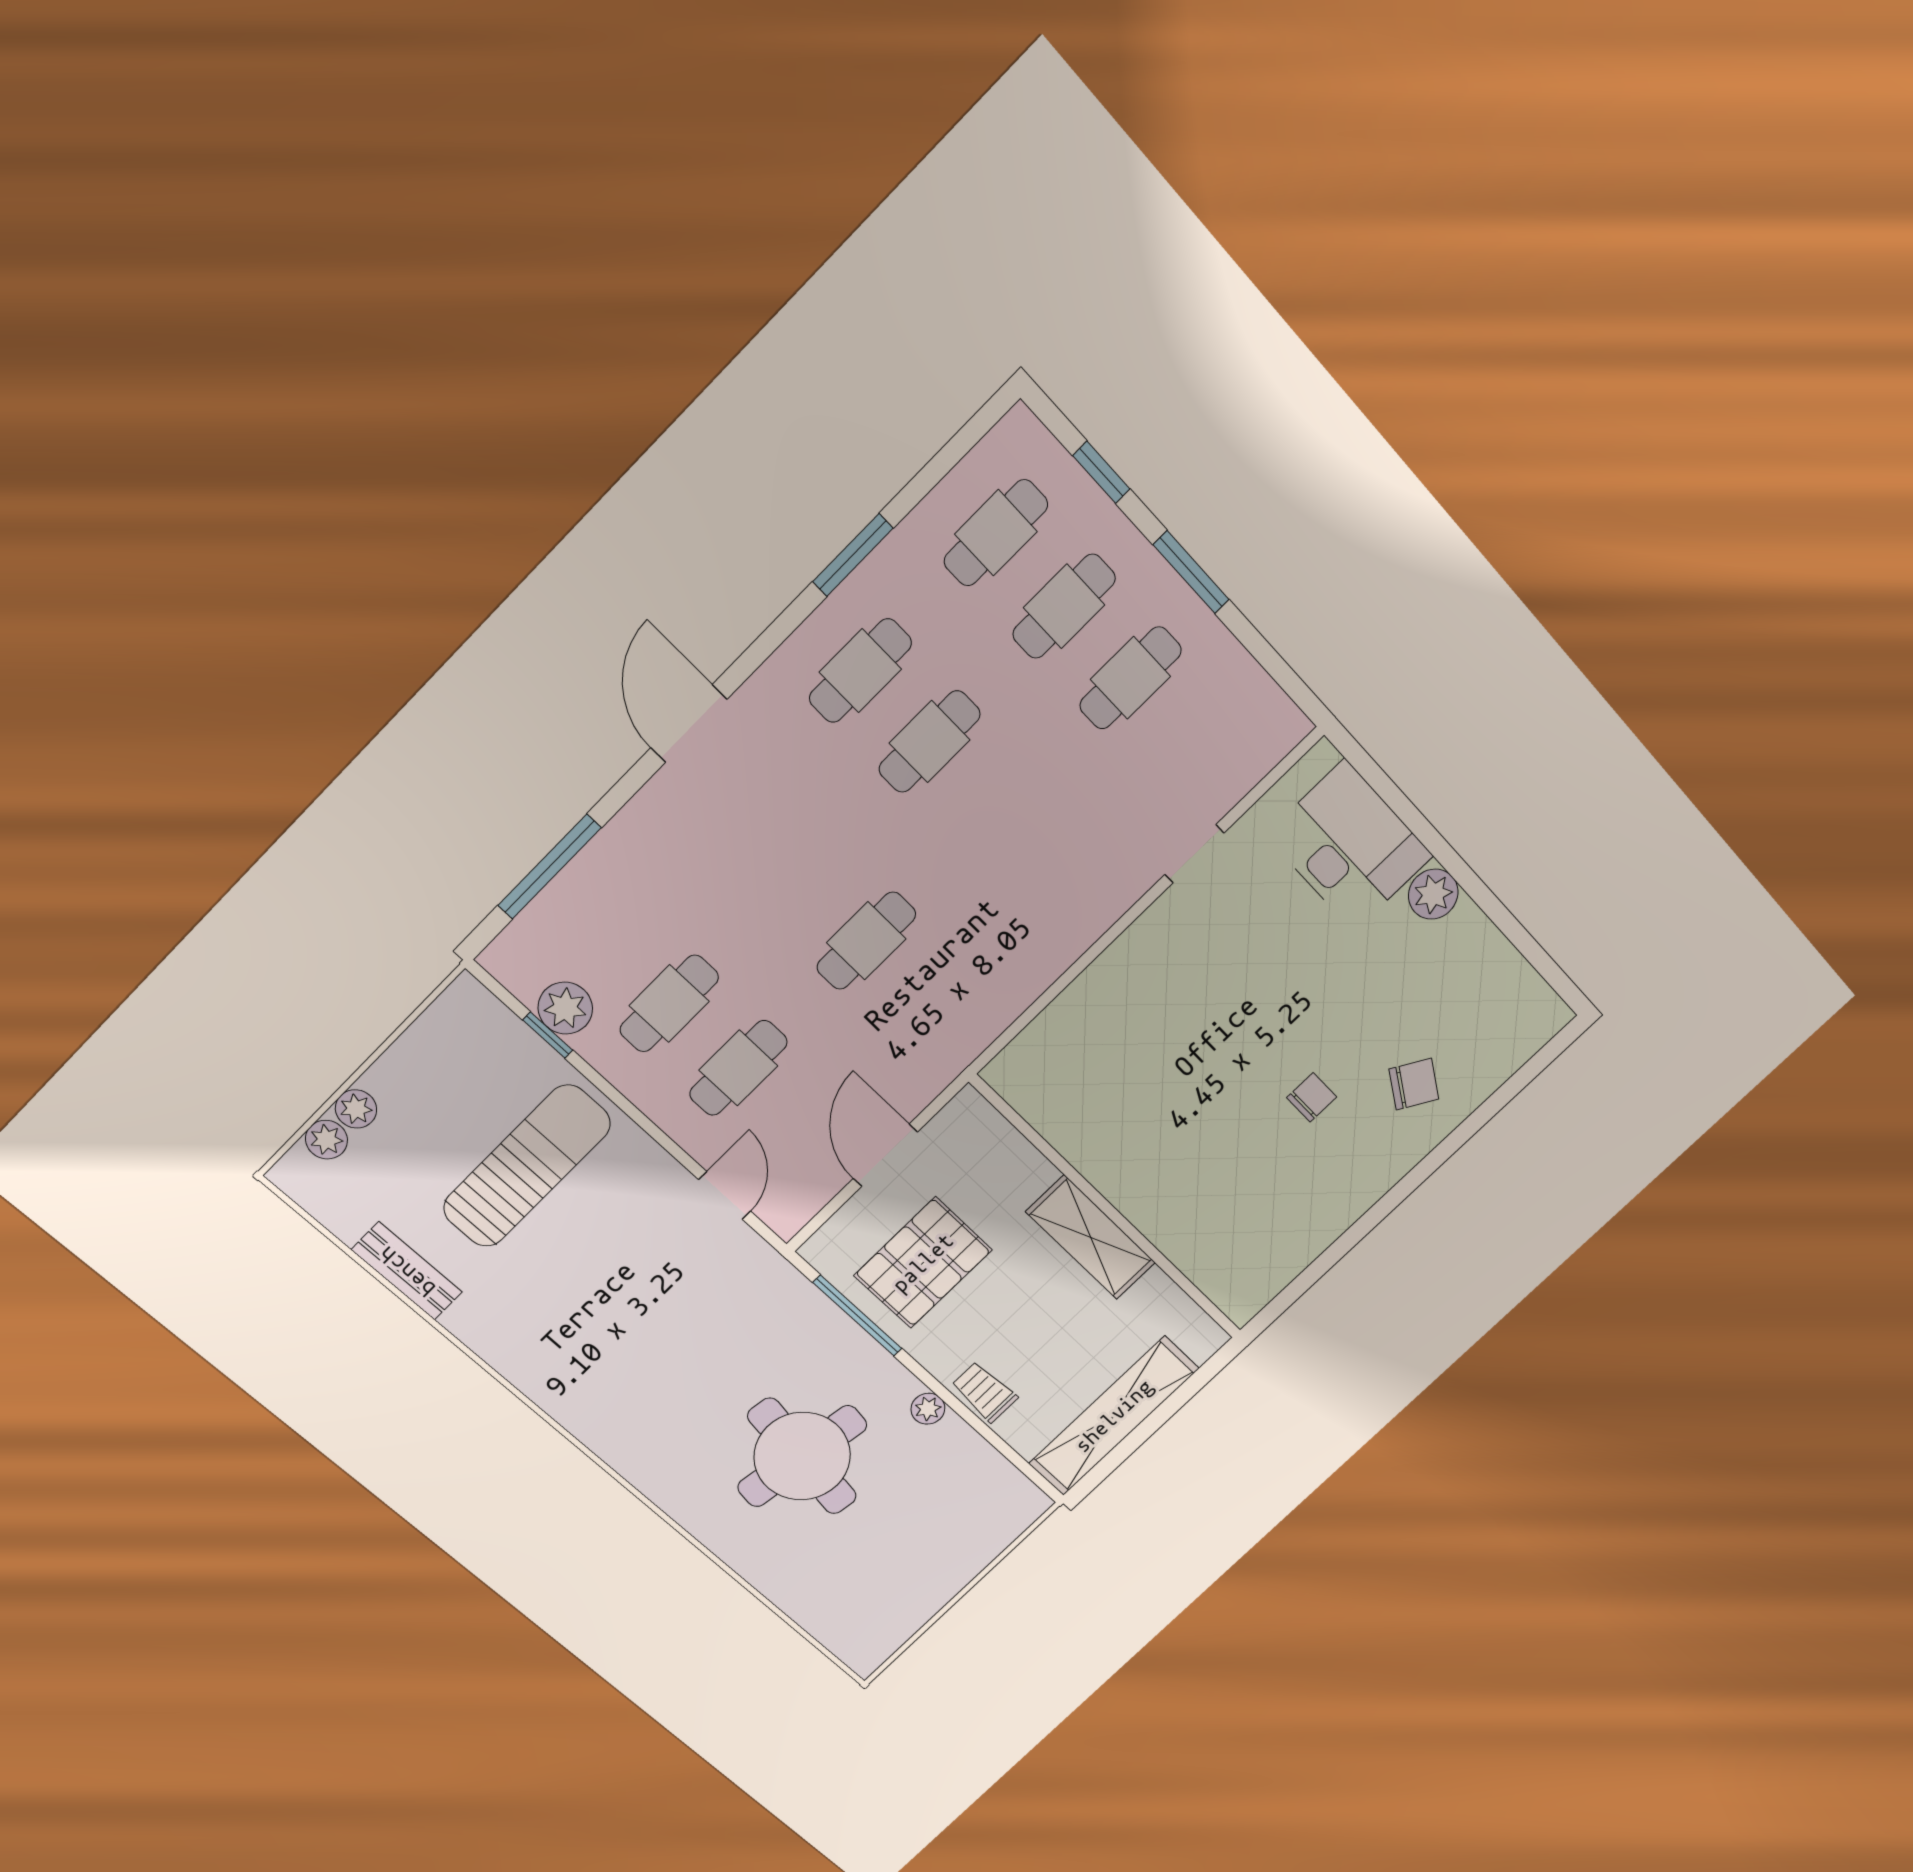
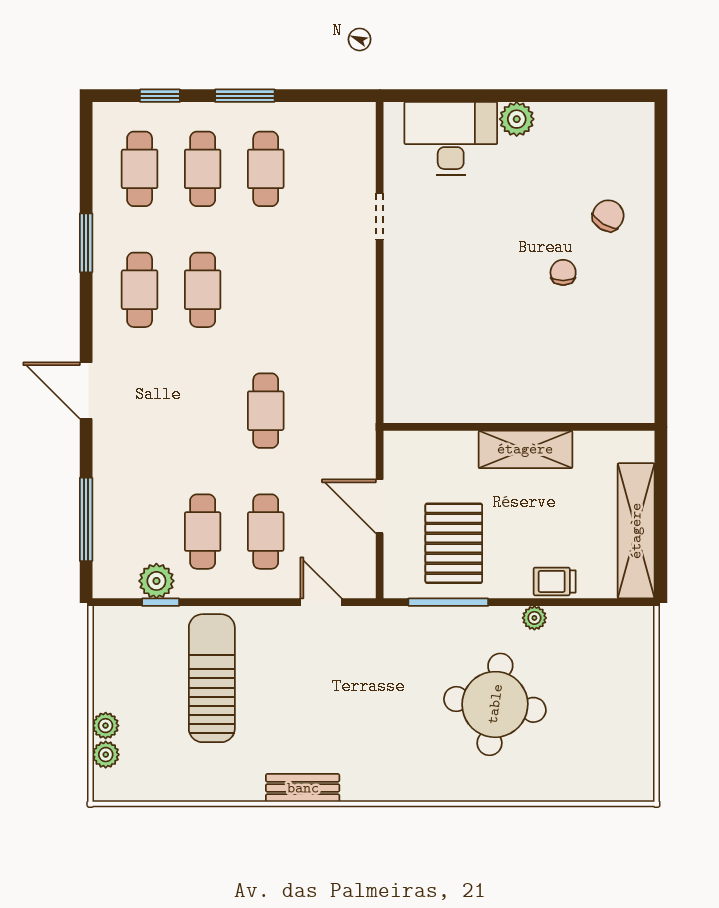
bench: (407, 1271) -> (303, 788), moved

